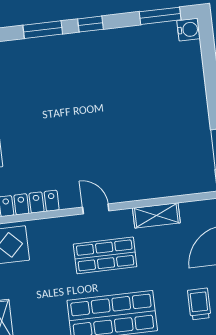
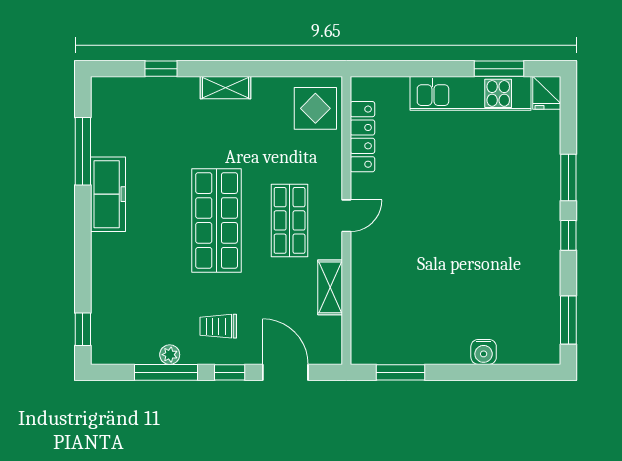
water cooler: (188, 30) -> (484, 352), moved
trolley: (199, 304) -> (218, 326), turned 180

